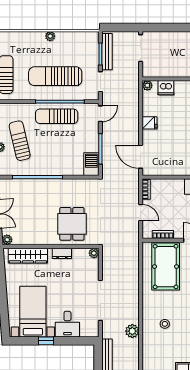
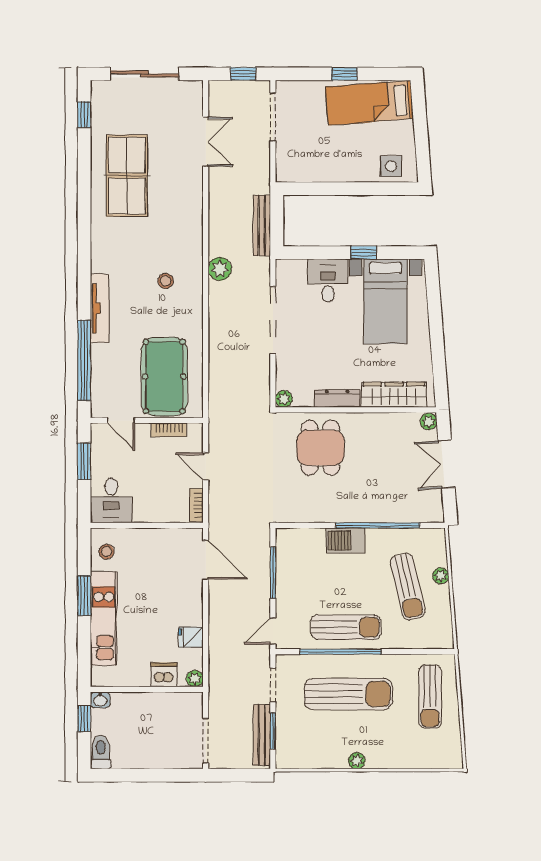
fridge: (150, 123) -> (191, 637), moved
barbecue: (91, 164) -> (345, 541), moved, turned 90
dresser: (62, 253) -> (337, 398), width x1.44

